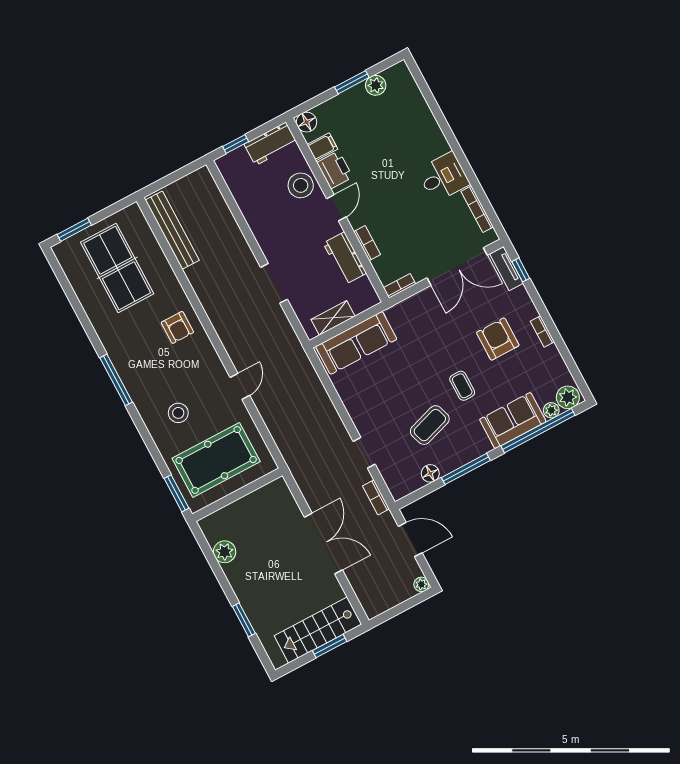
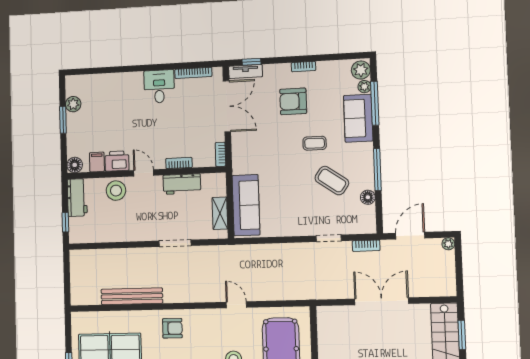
bench: (172, 230) -> (132, 296), moved
coffee table: (430, 425) -> (332, 181), turned -37
window: (538, 431) -> (375, 103), width x0.68

